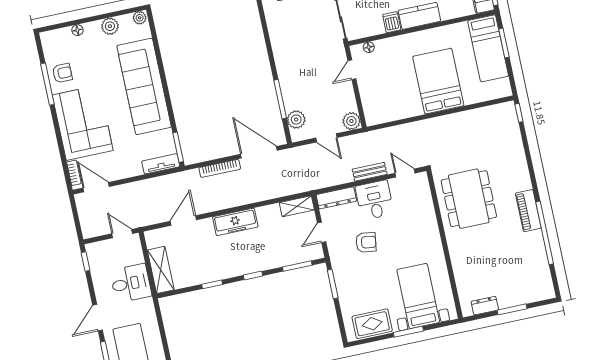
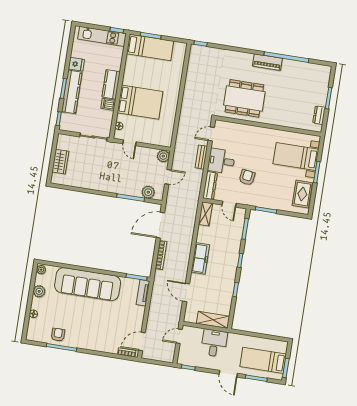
bed: (438, 81) -> (140, 102), moved, turned 180
corner sofa: (83, 123) -> (96, 334), removed

